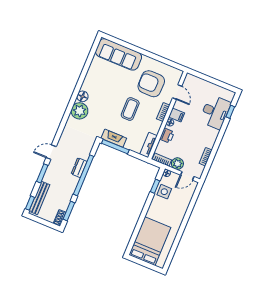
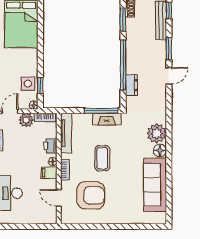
sofa: (119, 54) -> (155, 185), moved, turned -90
tv unit: (148, 145) -> (66, 133), width x1.41
dresser: (79, 168) -> (132, 85), moved

